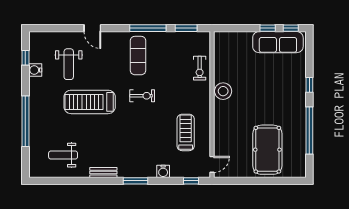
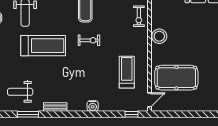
treadmill: (90, 102) -> (43, 46), turned 180
pool table: (267, 150) -> (176, 78), moved, turned 90
water cooler: (163, 171) -> (93, 106), moved
window: (135, 181) -> (28, 114), moved

